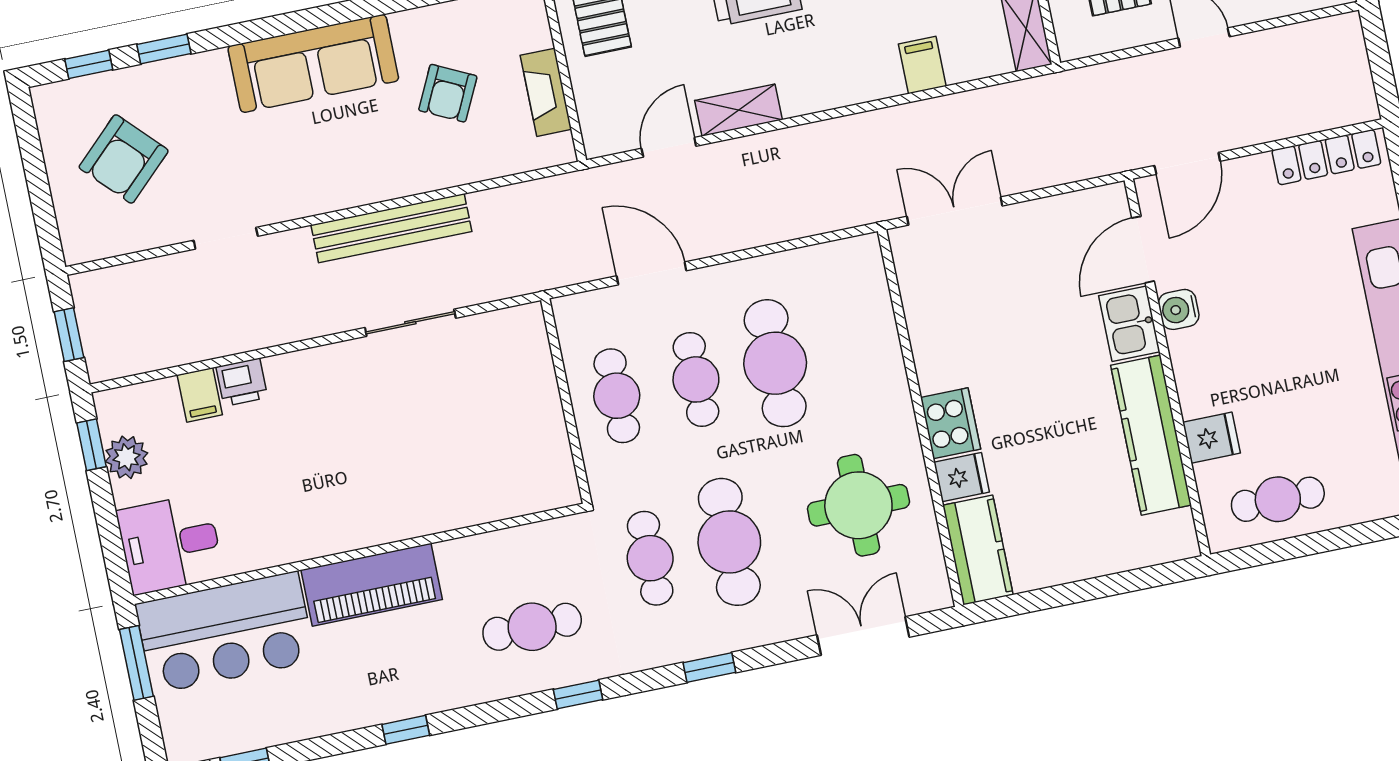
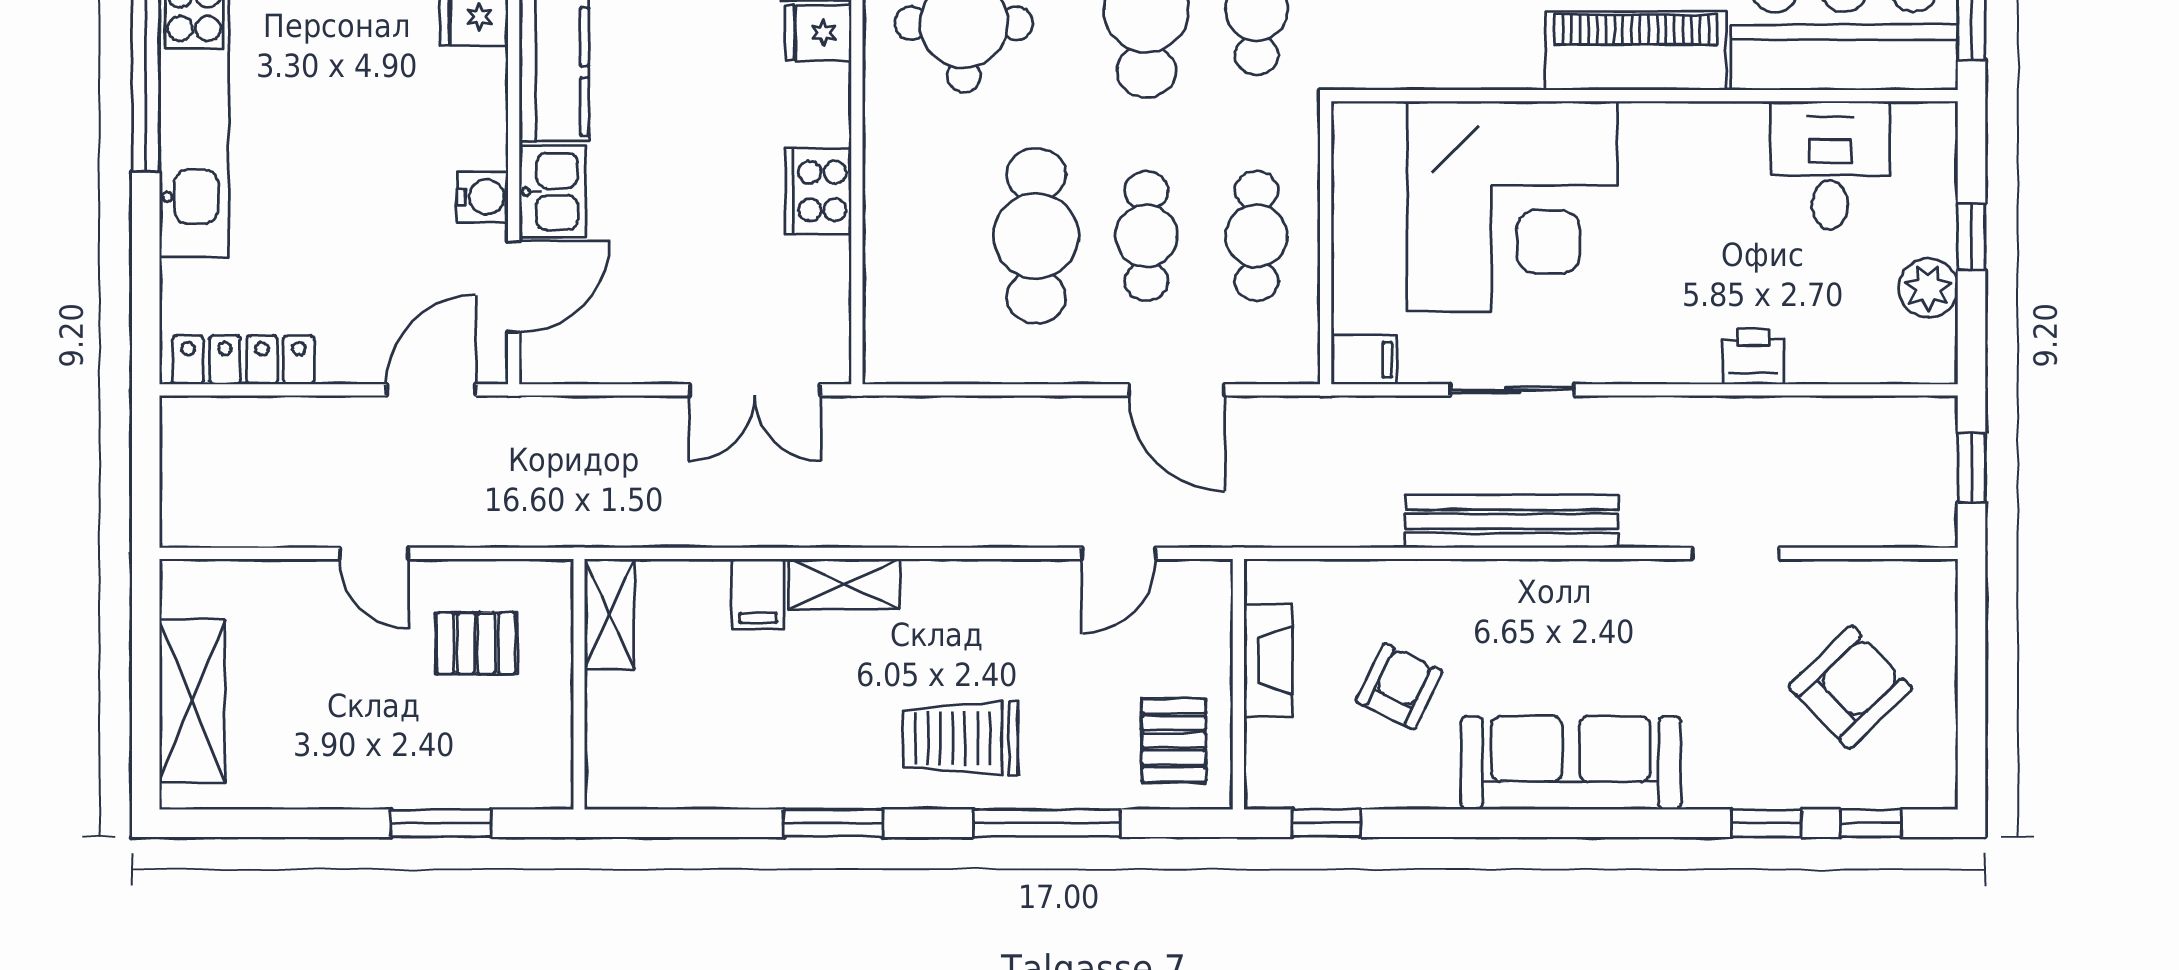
shelving: (739, 110) -> (844, 584), moved
filing cabinet: (200, 395) -> (1364, 360), moved, turned 90
cooker: (951, 423) -> (818, 191), moved
window: (92, 445) -> (1971, 237), moved
corner desk: (437, 455) -> (1513, 206), added
desk: (170, 544) -> (1830, 165), moved, turned -90

